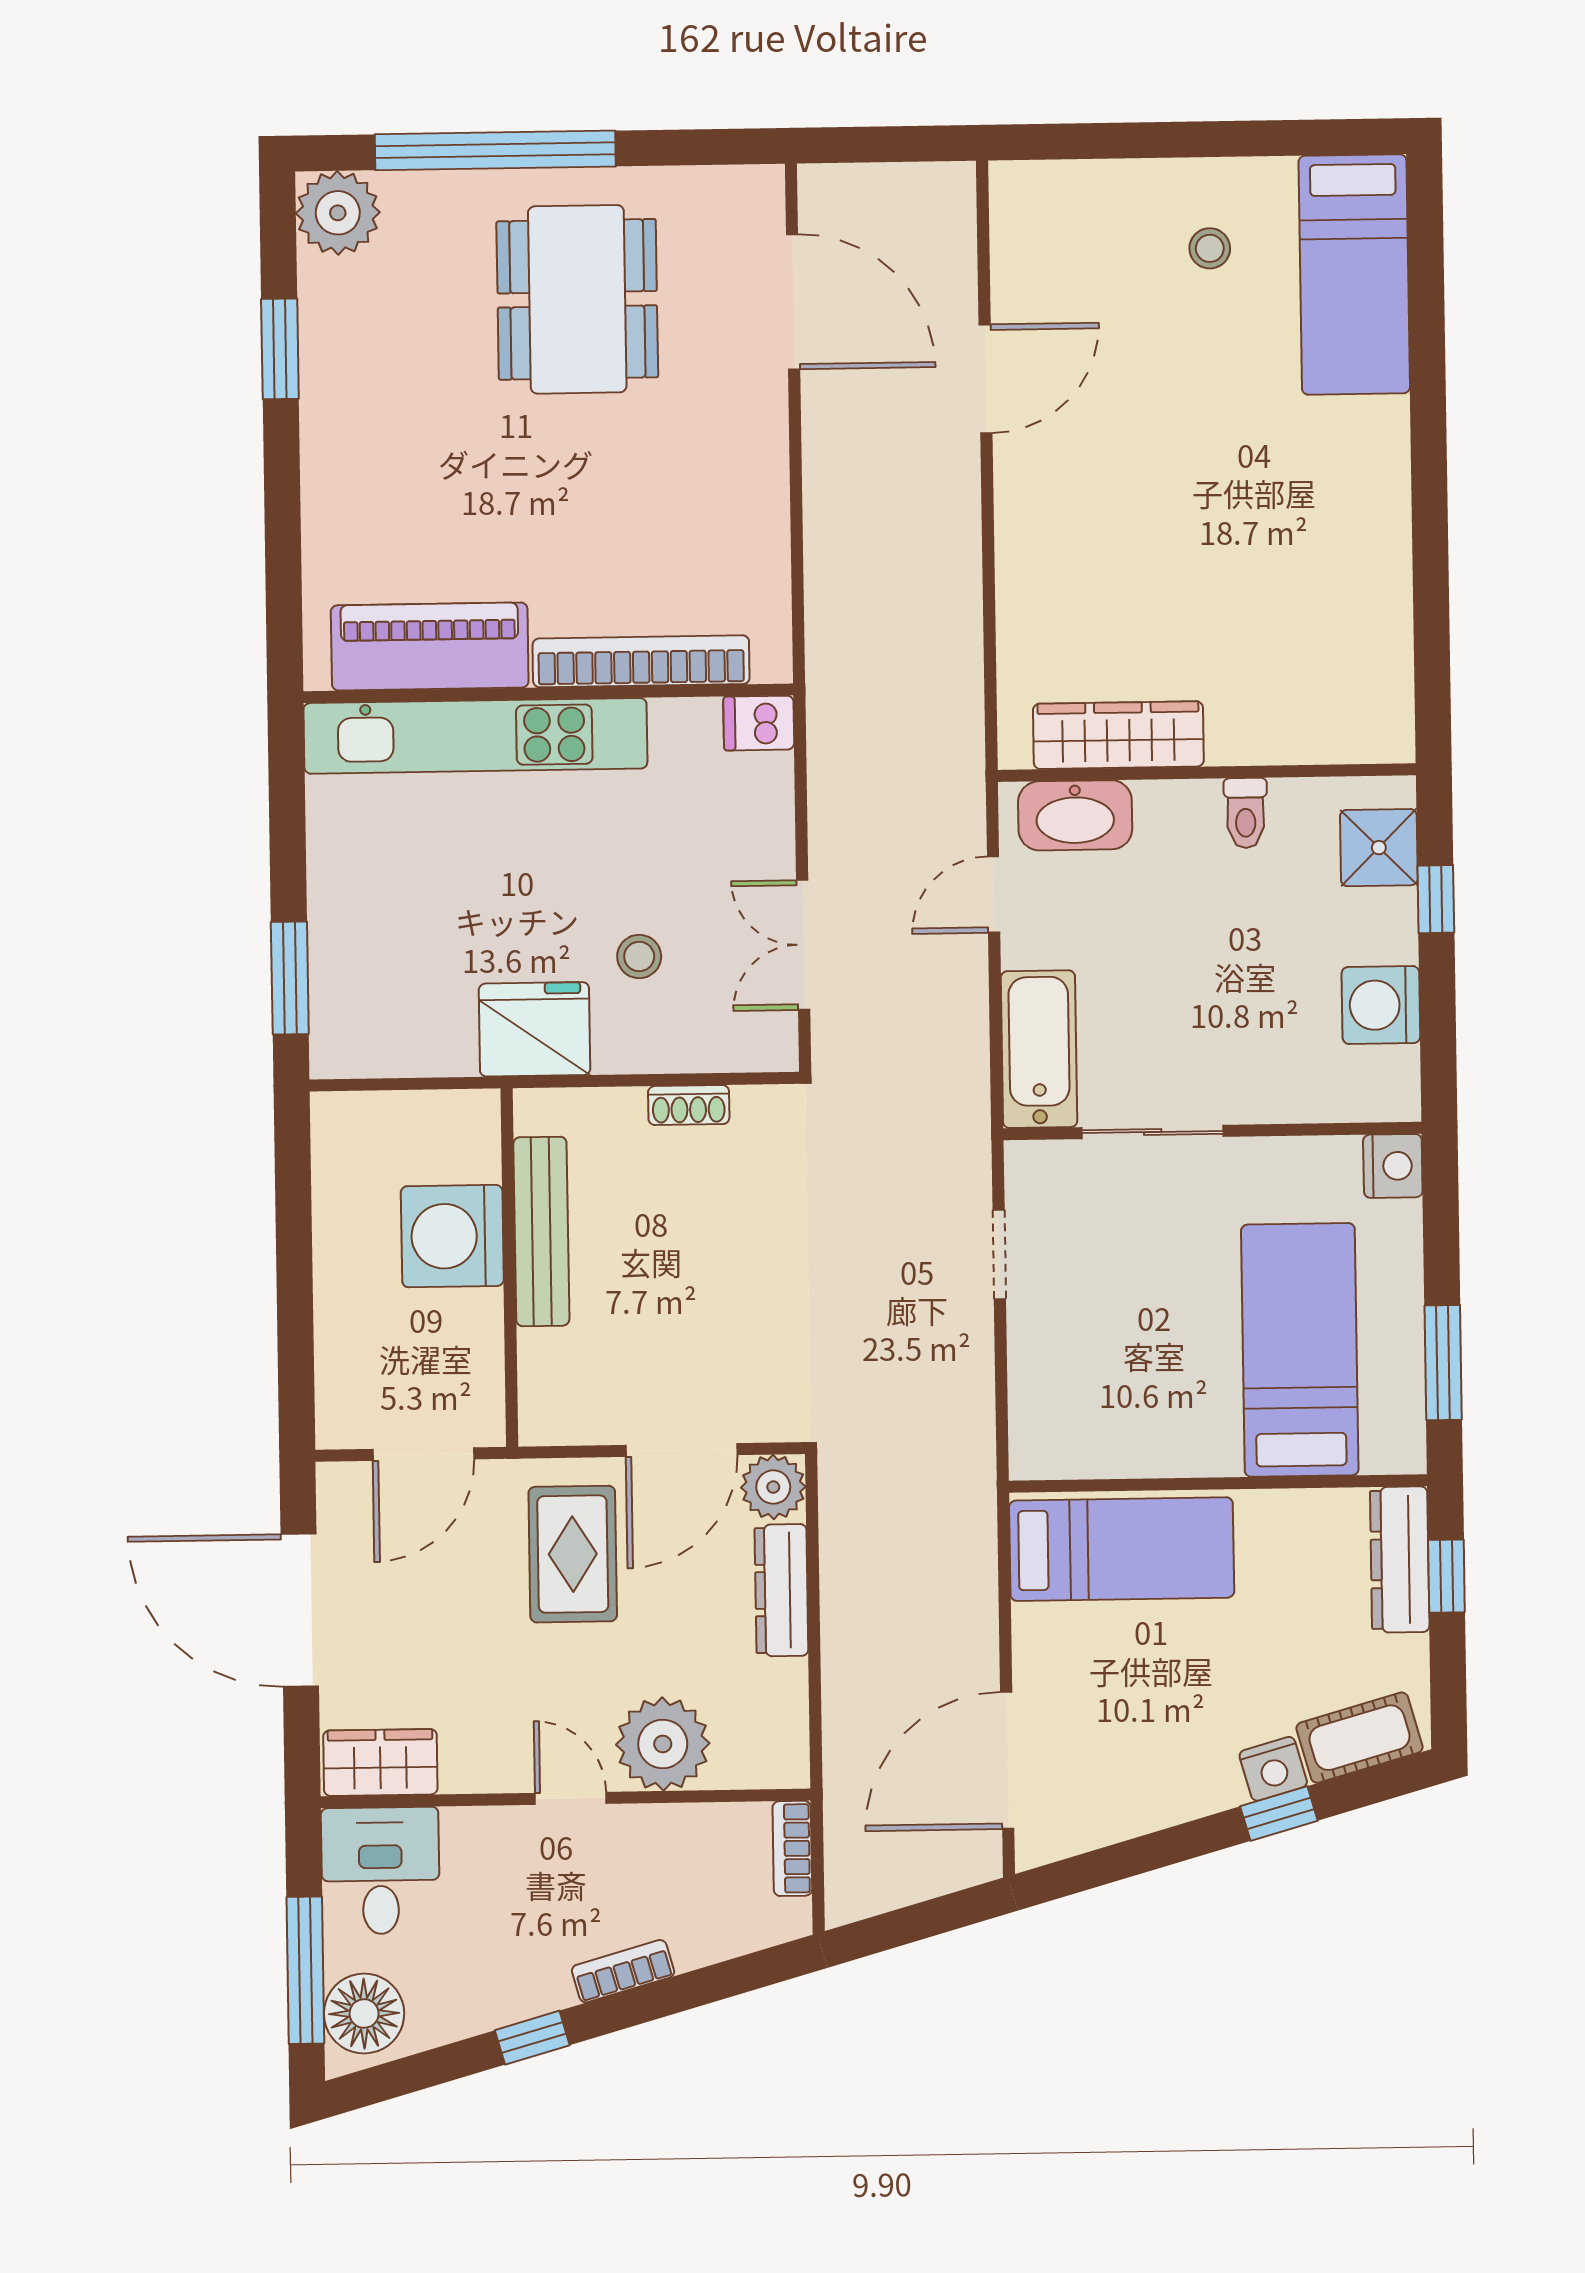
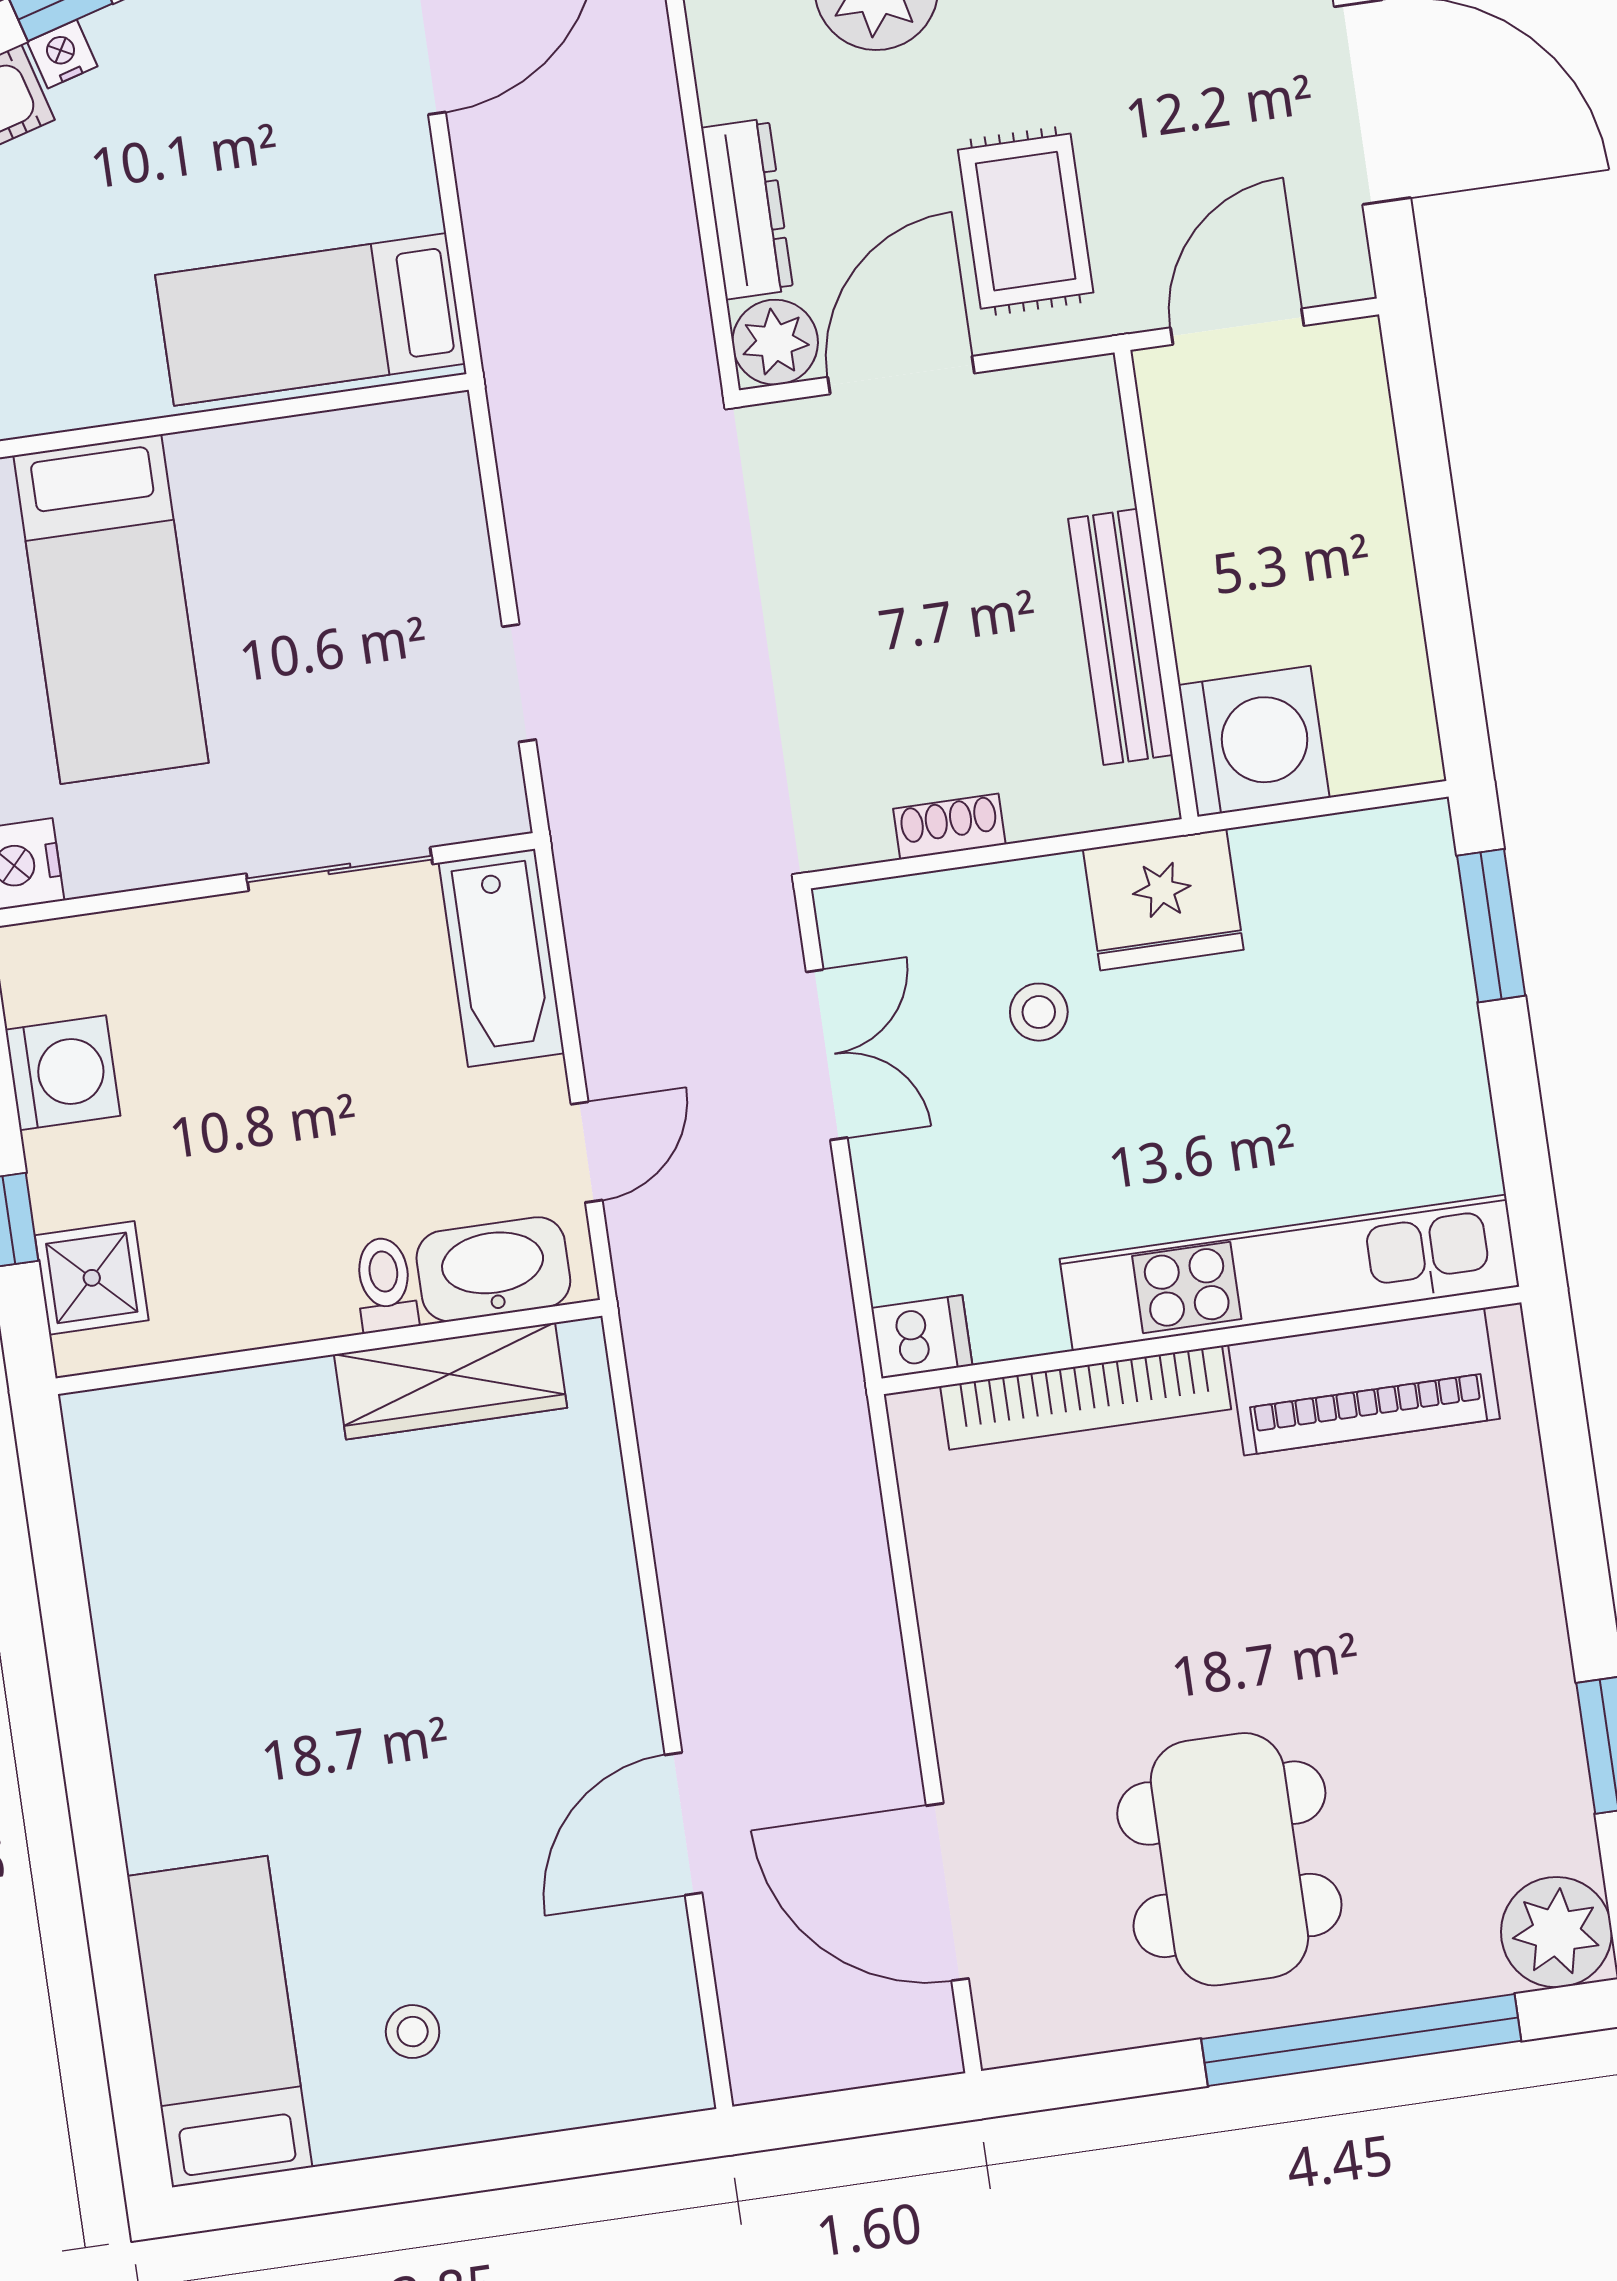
toilet: (1246, 813) -> (385, 1284), moved
washing machine: (452, 1236) -> (1254, 741), moved
nightstand: (1273, 1769) -> (62, 54), width x0.72, depth x0.74

